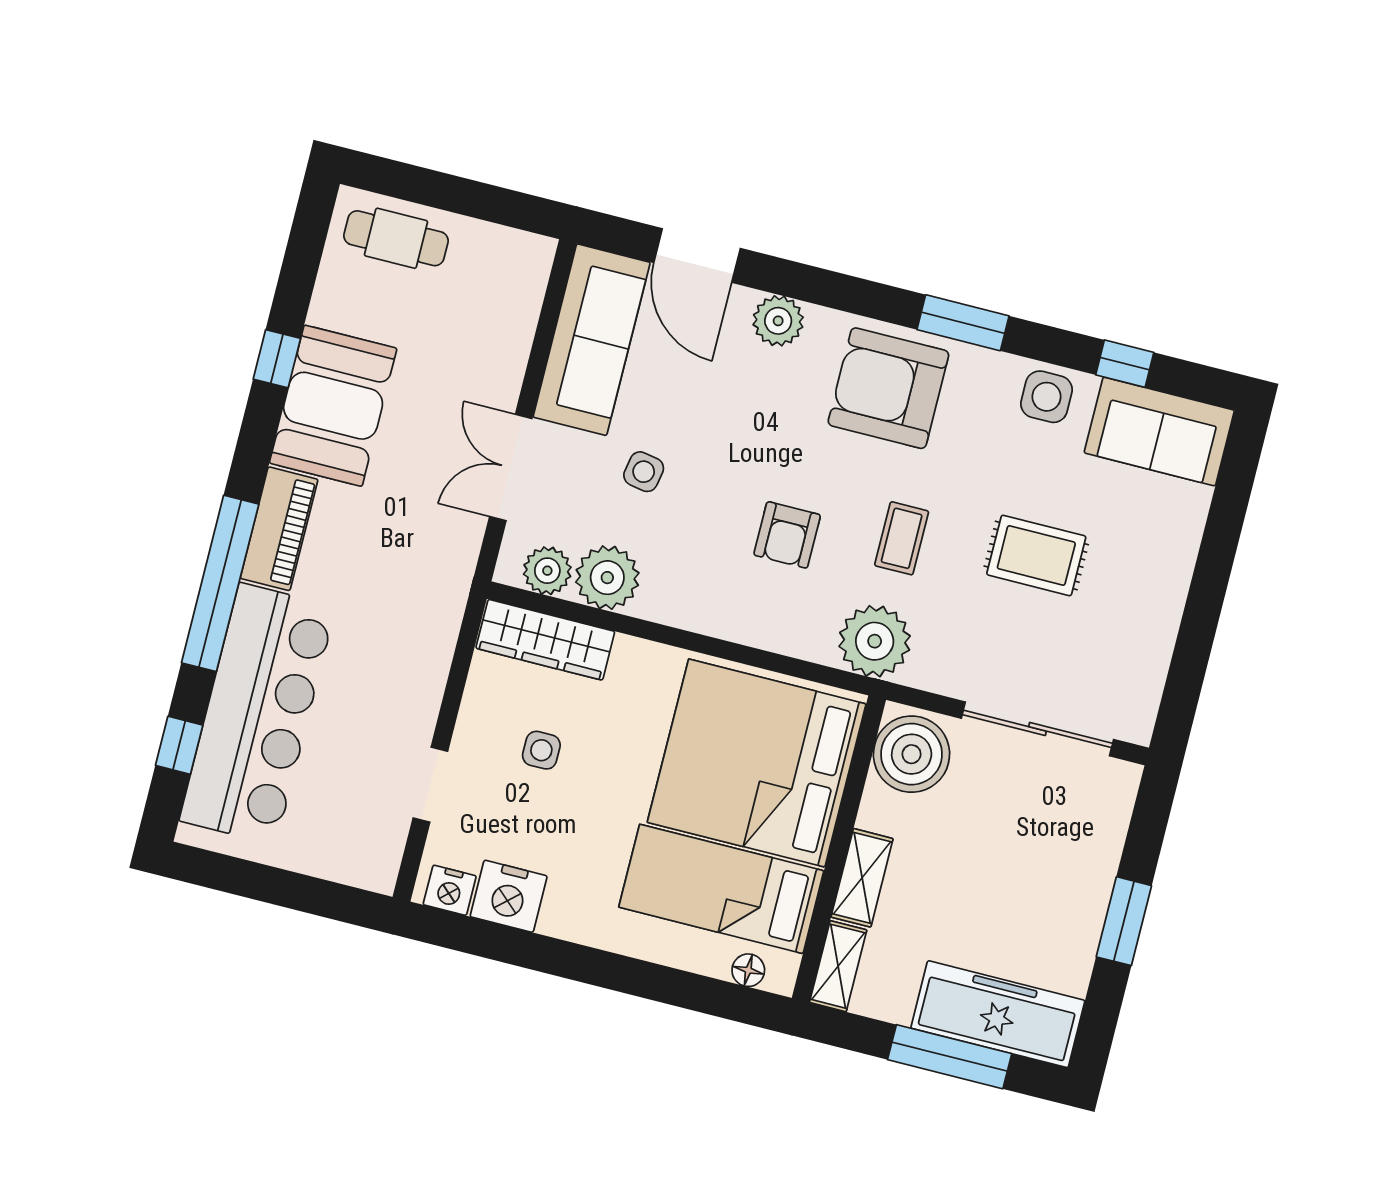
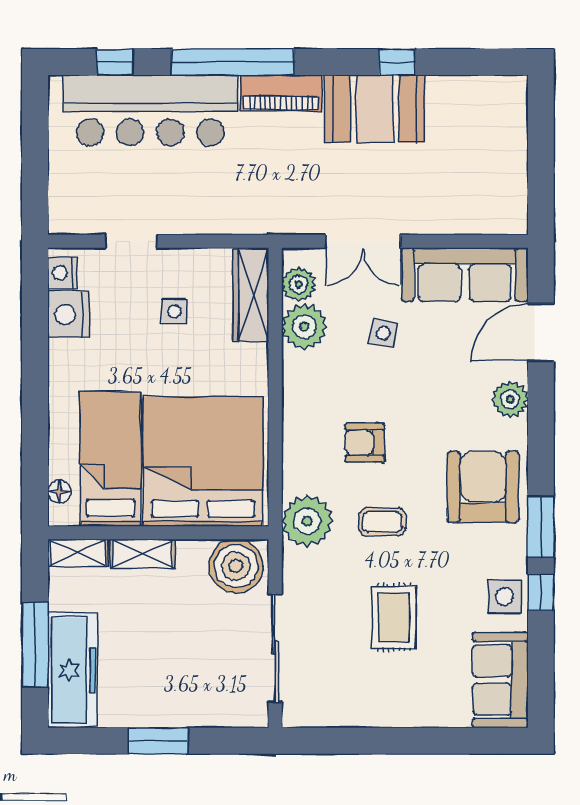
cafe table: (396, 238) -> (500, 123), removed
window: (1125, 364) -> (541, 592), moved
double door: (511, 467) -> (363, 241), swing flipped

